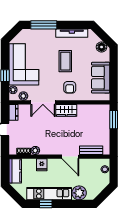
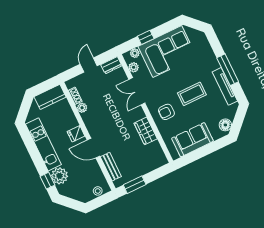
window: (44, 25) -> (228, 70), moved
wardrobe: (66, 110) -> (146, 131), moved
window: (114, 120) -> (135, 185), moved
door: (70, 157) -> (93, 148), hinge flipped
fridge: (42, 165) -> (76, 134), moved
window: (46, 204) -> (47, 181), moved

